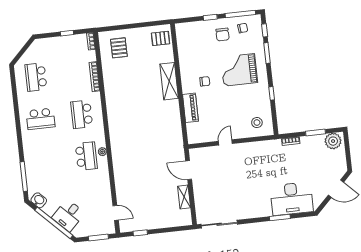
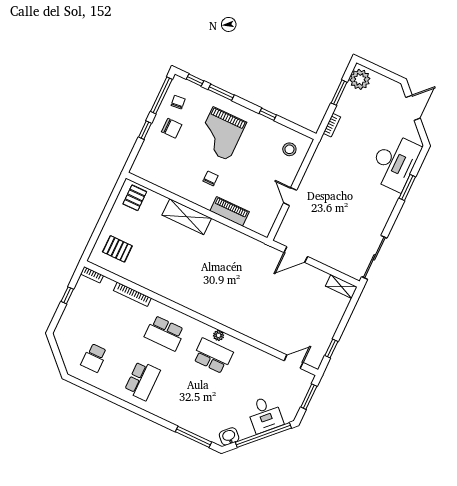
school desk: (36, 77) -> (94, 358), width x0.54
shelving: (184, 197) -> (341, 286), moved

